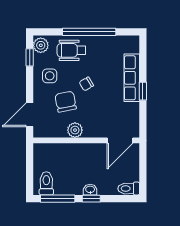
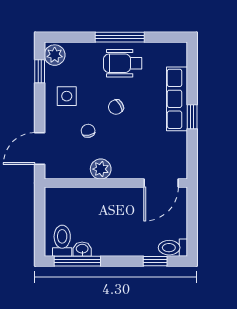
window: (89, 32) -> (120, 37), width x0.68
wheelchair: (71, 50) -> (123, 63), moved
chair: (66, 102) -> (88, 131), width x0.54, depth x0.54
washbasin: (90, 190) -> (82, 249), moved
window: (91, 199) -> (155, 261), moved

